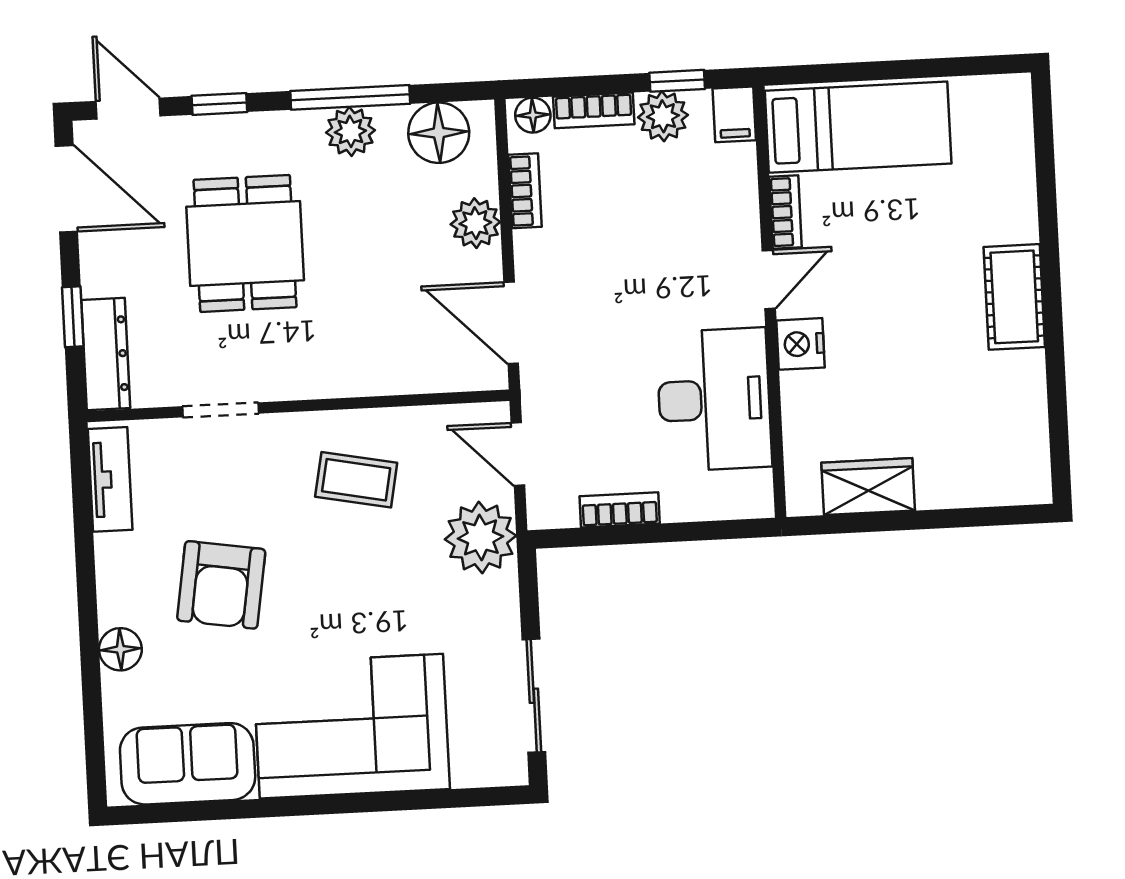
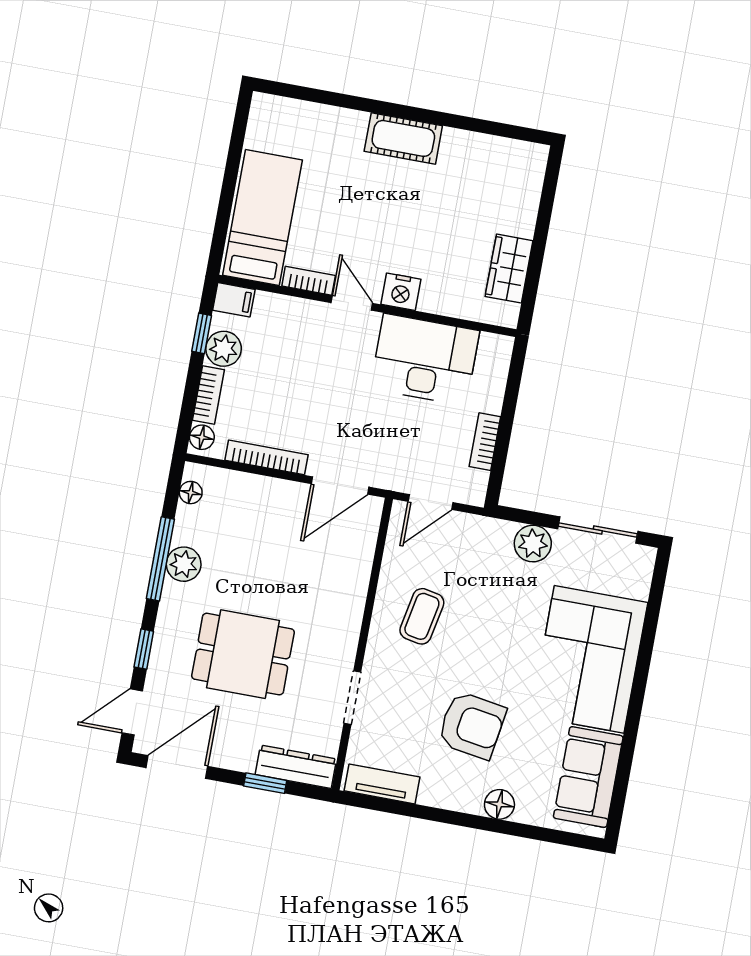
floor lamp: (439, 133) -> (191, 493), width x0.53, depth x0.53
bookcase: (525, 191) -> (267, 457), width x1.56
plant: (475, 223) -> (266, 494), removed
plant: (480, 537) -> (533, 544), moved, width x0.73, depth x0.73

